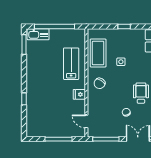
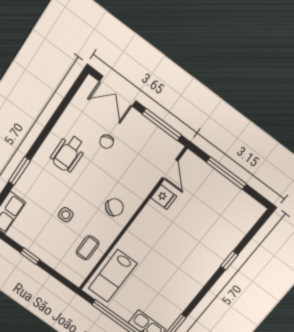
coffee table: (98, 53) -> (88, 248), width x0.54, depth x0.58
lab bench: (71, 64) -> (113, 276), moved
fridge: (79, 94) -> (164, 197), moved

